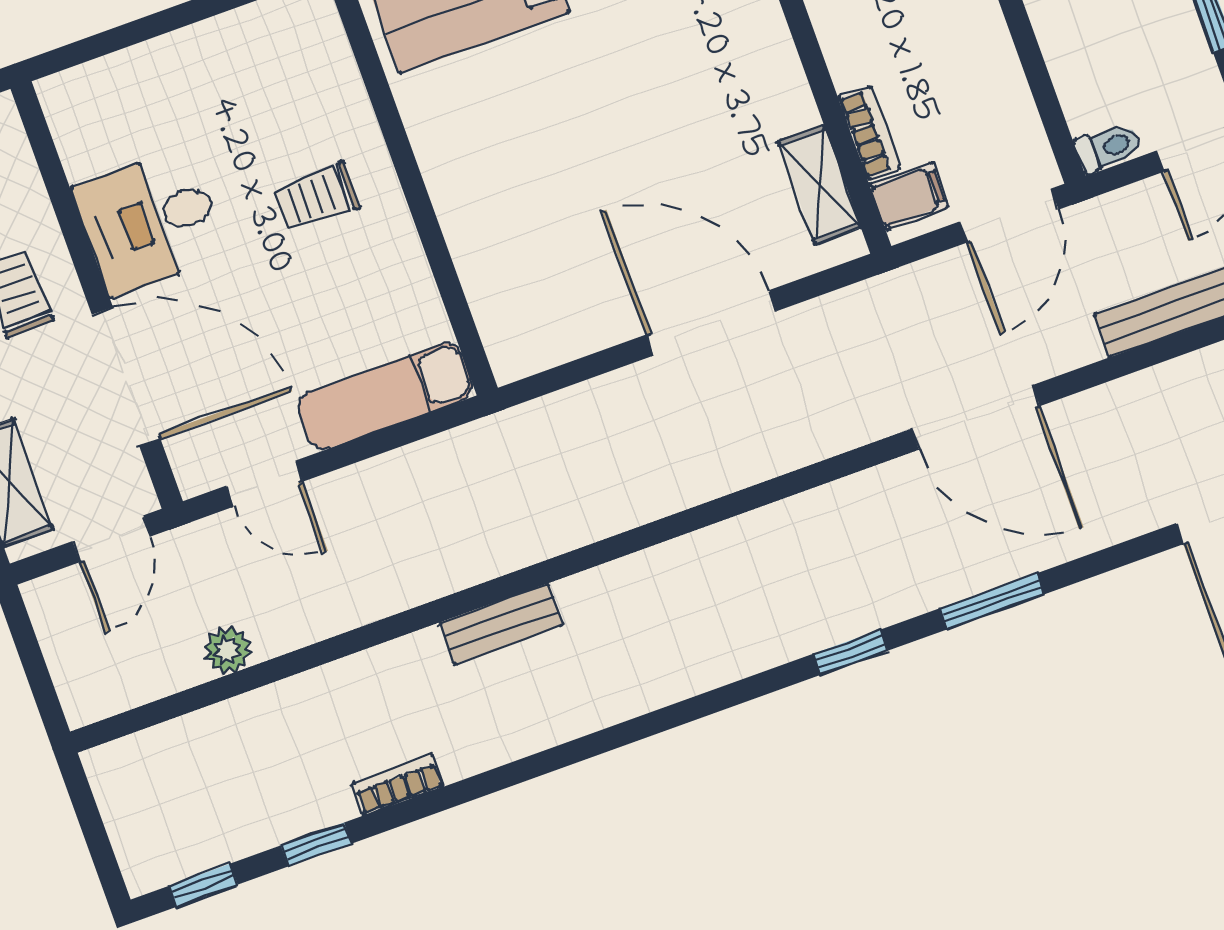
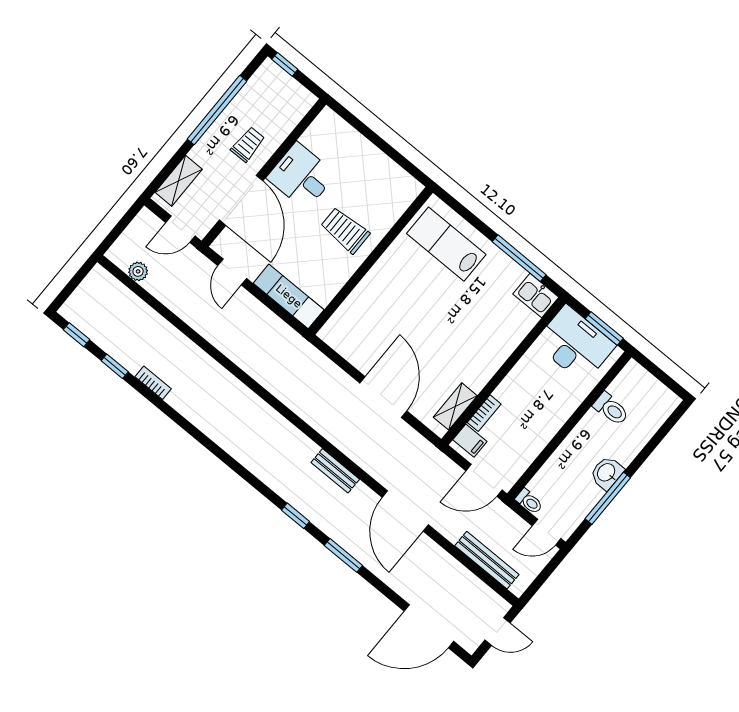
trolley: (317, 197) -> (345, 230), width x1.36, depth x1.39
bench: (501, 624) -> (335, 471), moved
plant: (227, 650) -> (138, 271), moved

